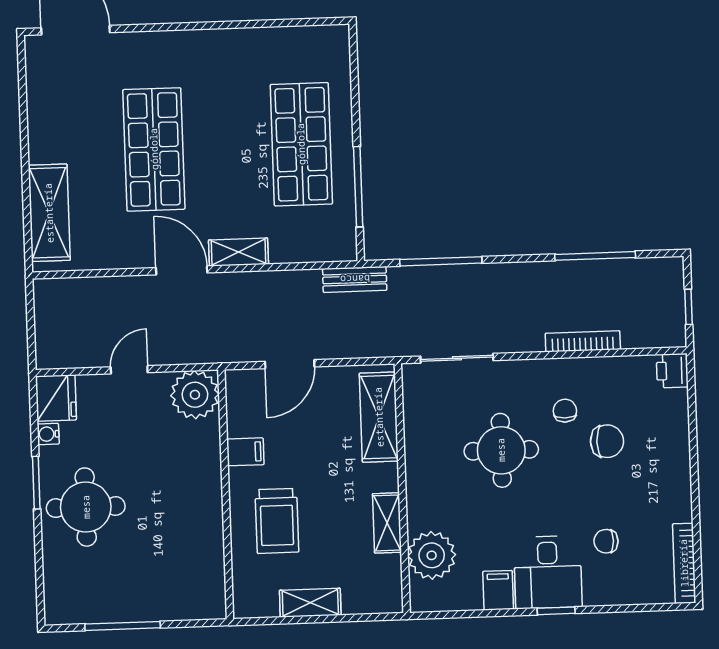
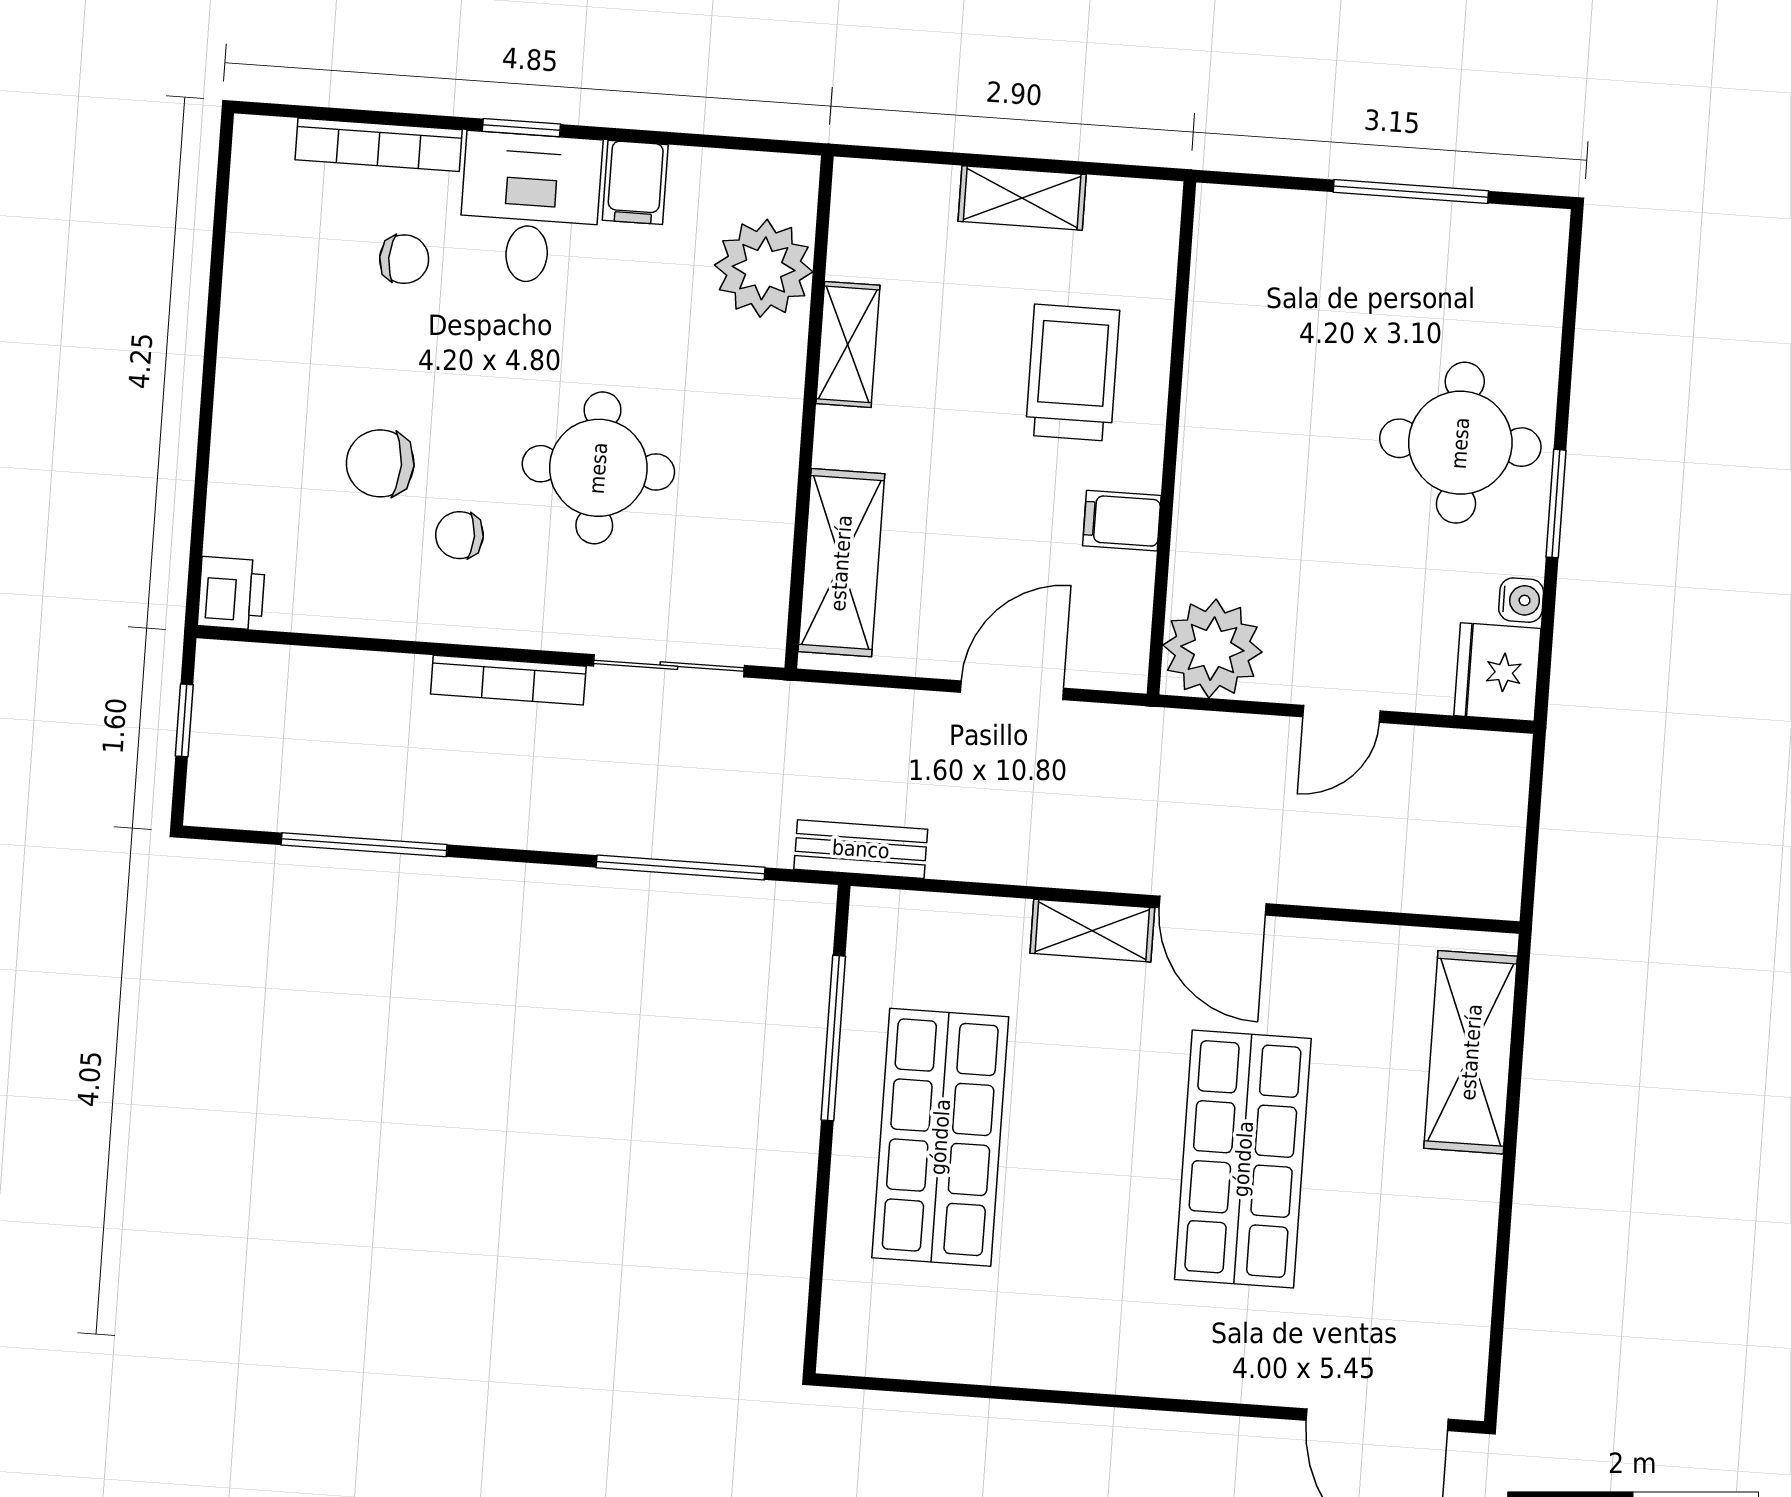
bookcase: (583, 341) -> (508, 680), moved
chair: (565, 411) -> (459, 535), turned 90
bookcase: (684, 563) -> (379, 145), moved, turned 90

